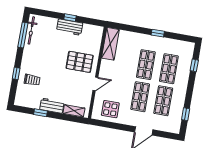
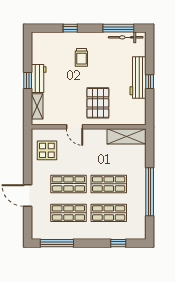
workbench: (70, 27) -> (138, 77), width x1.37
window: (158, 33) -> (150, 192), width x3.17
trolley: (32, 80) -> (81, 57), moved
window: (41, 113) -> (28, 80), moved
window: (186, 114) -> (57, 243), width x2.17

